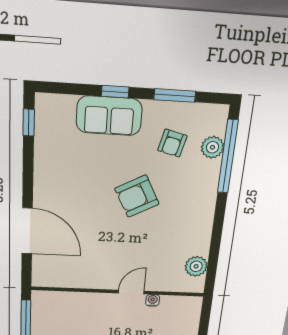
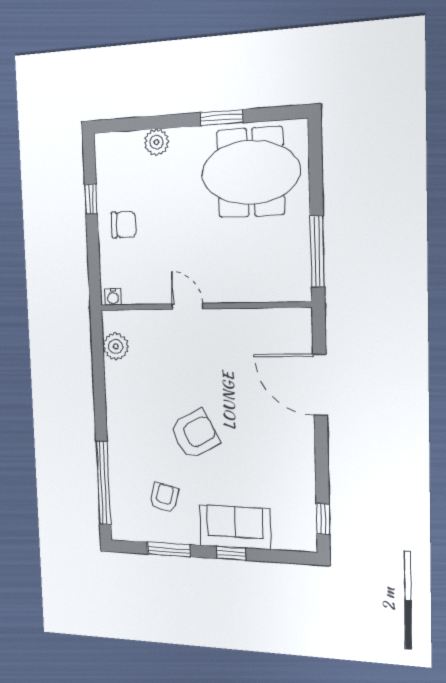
plant: (212, 147) -> (121, 493), removed
door: (131, 292) -> (187, 306), swing flipped
water cooler: (153, 300) -> (113, 297), moved

